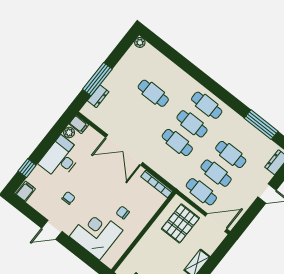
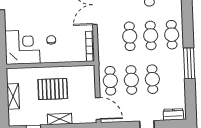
window: (261, 125) -> (189, 63), moved
pallet: (180, 223) -> (53, 89), moved
corner desk: (96, 233) -> (22, 47), moved

